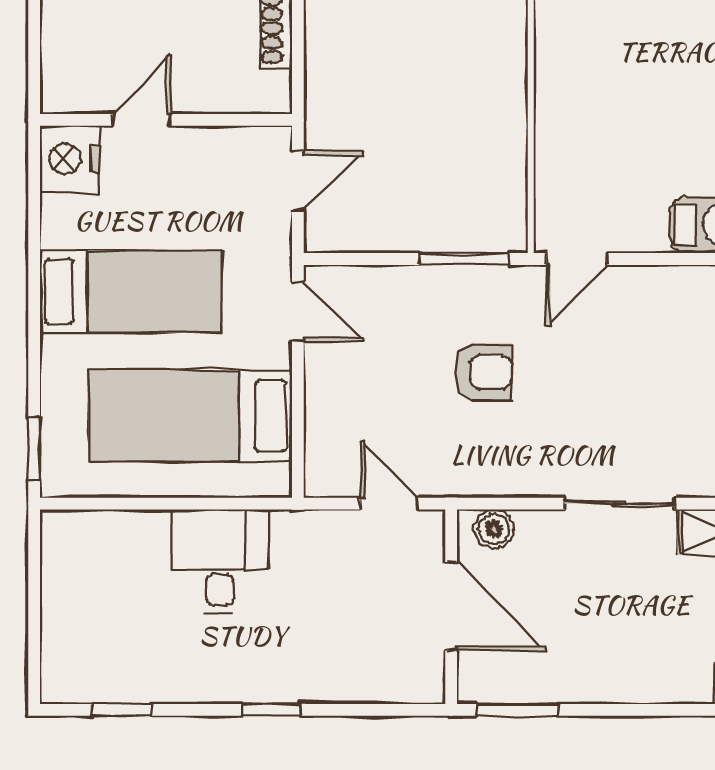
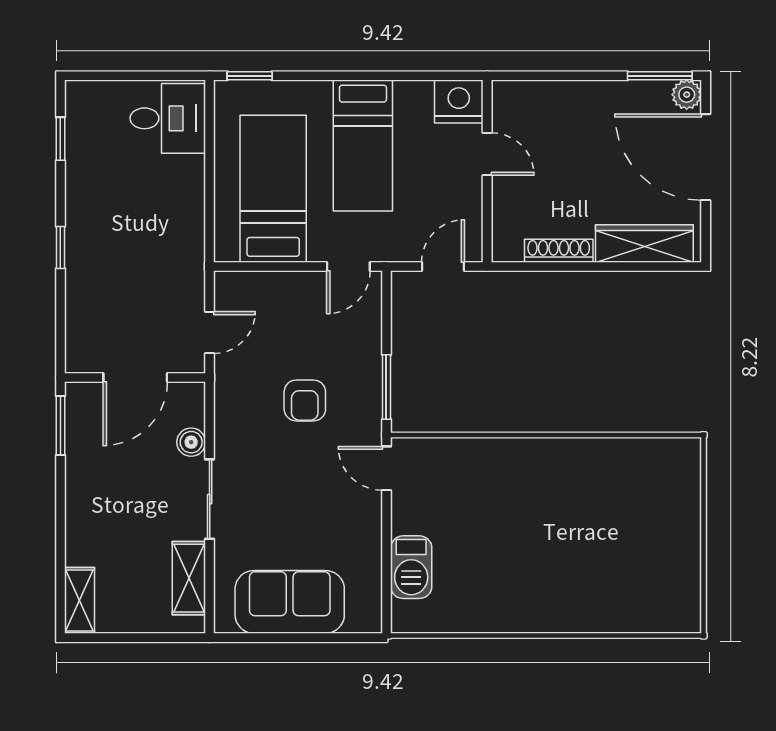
door: (298, 181) -> (443, 266), swing flipped
boiler: (494, 529) -> (191, 442), moved
desk: (220, 561) -> (168, 118), moved

